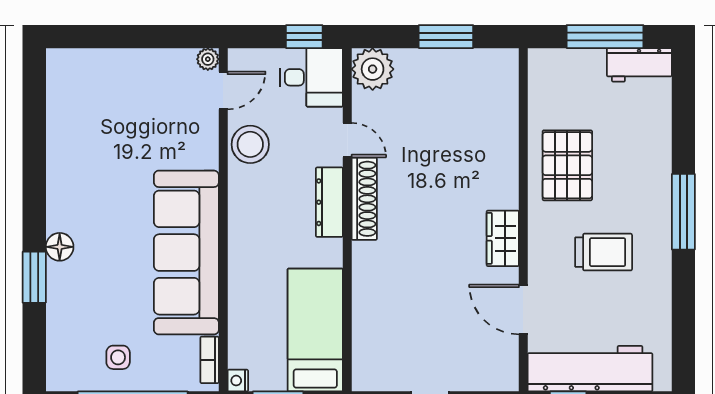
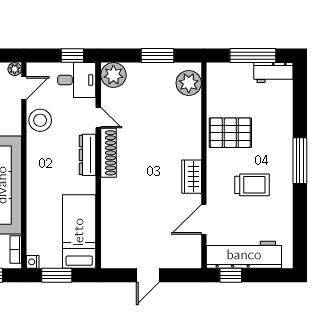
plant: (498, 82) -> (189, 83), added
pallet: (567, 165) -> (230, 133), turned 90
door: (523, 309) -> (204, 219), hinge flipped

